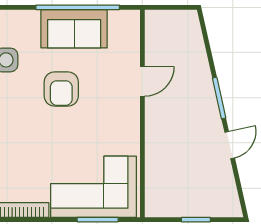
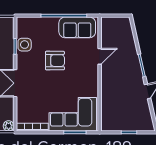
sofa: (74, 29) -> (77, 27), moved
armchair: (61, 89) -> (55, 61), turned -90

